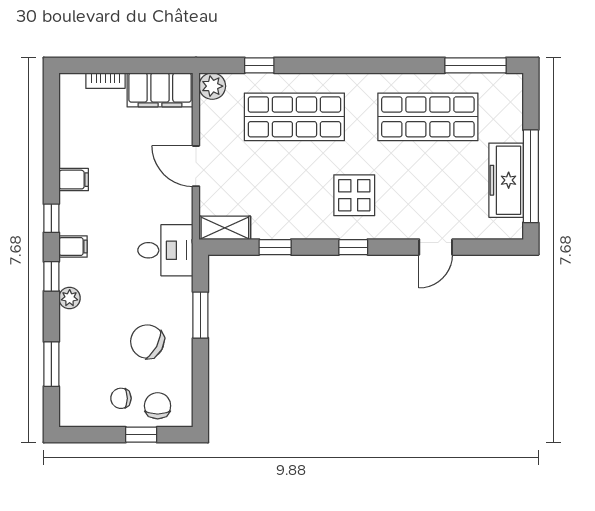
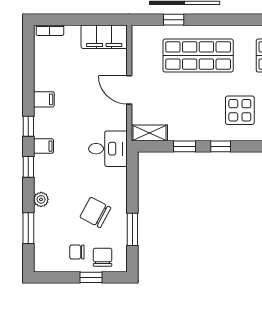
bookcase: (105, 81) -> (50, 30), moved
plant: (212, 86) -> (141, 34), removed
window: (353, 247) -> (221, 146), moved
plant: (70, 298) -> (41, 199), moved
window: (200, 315) -> (132, 229), moved

